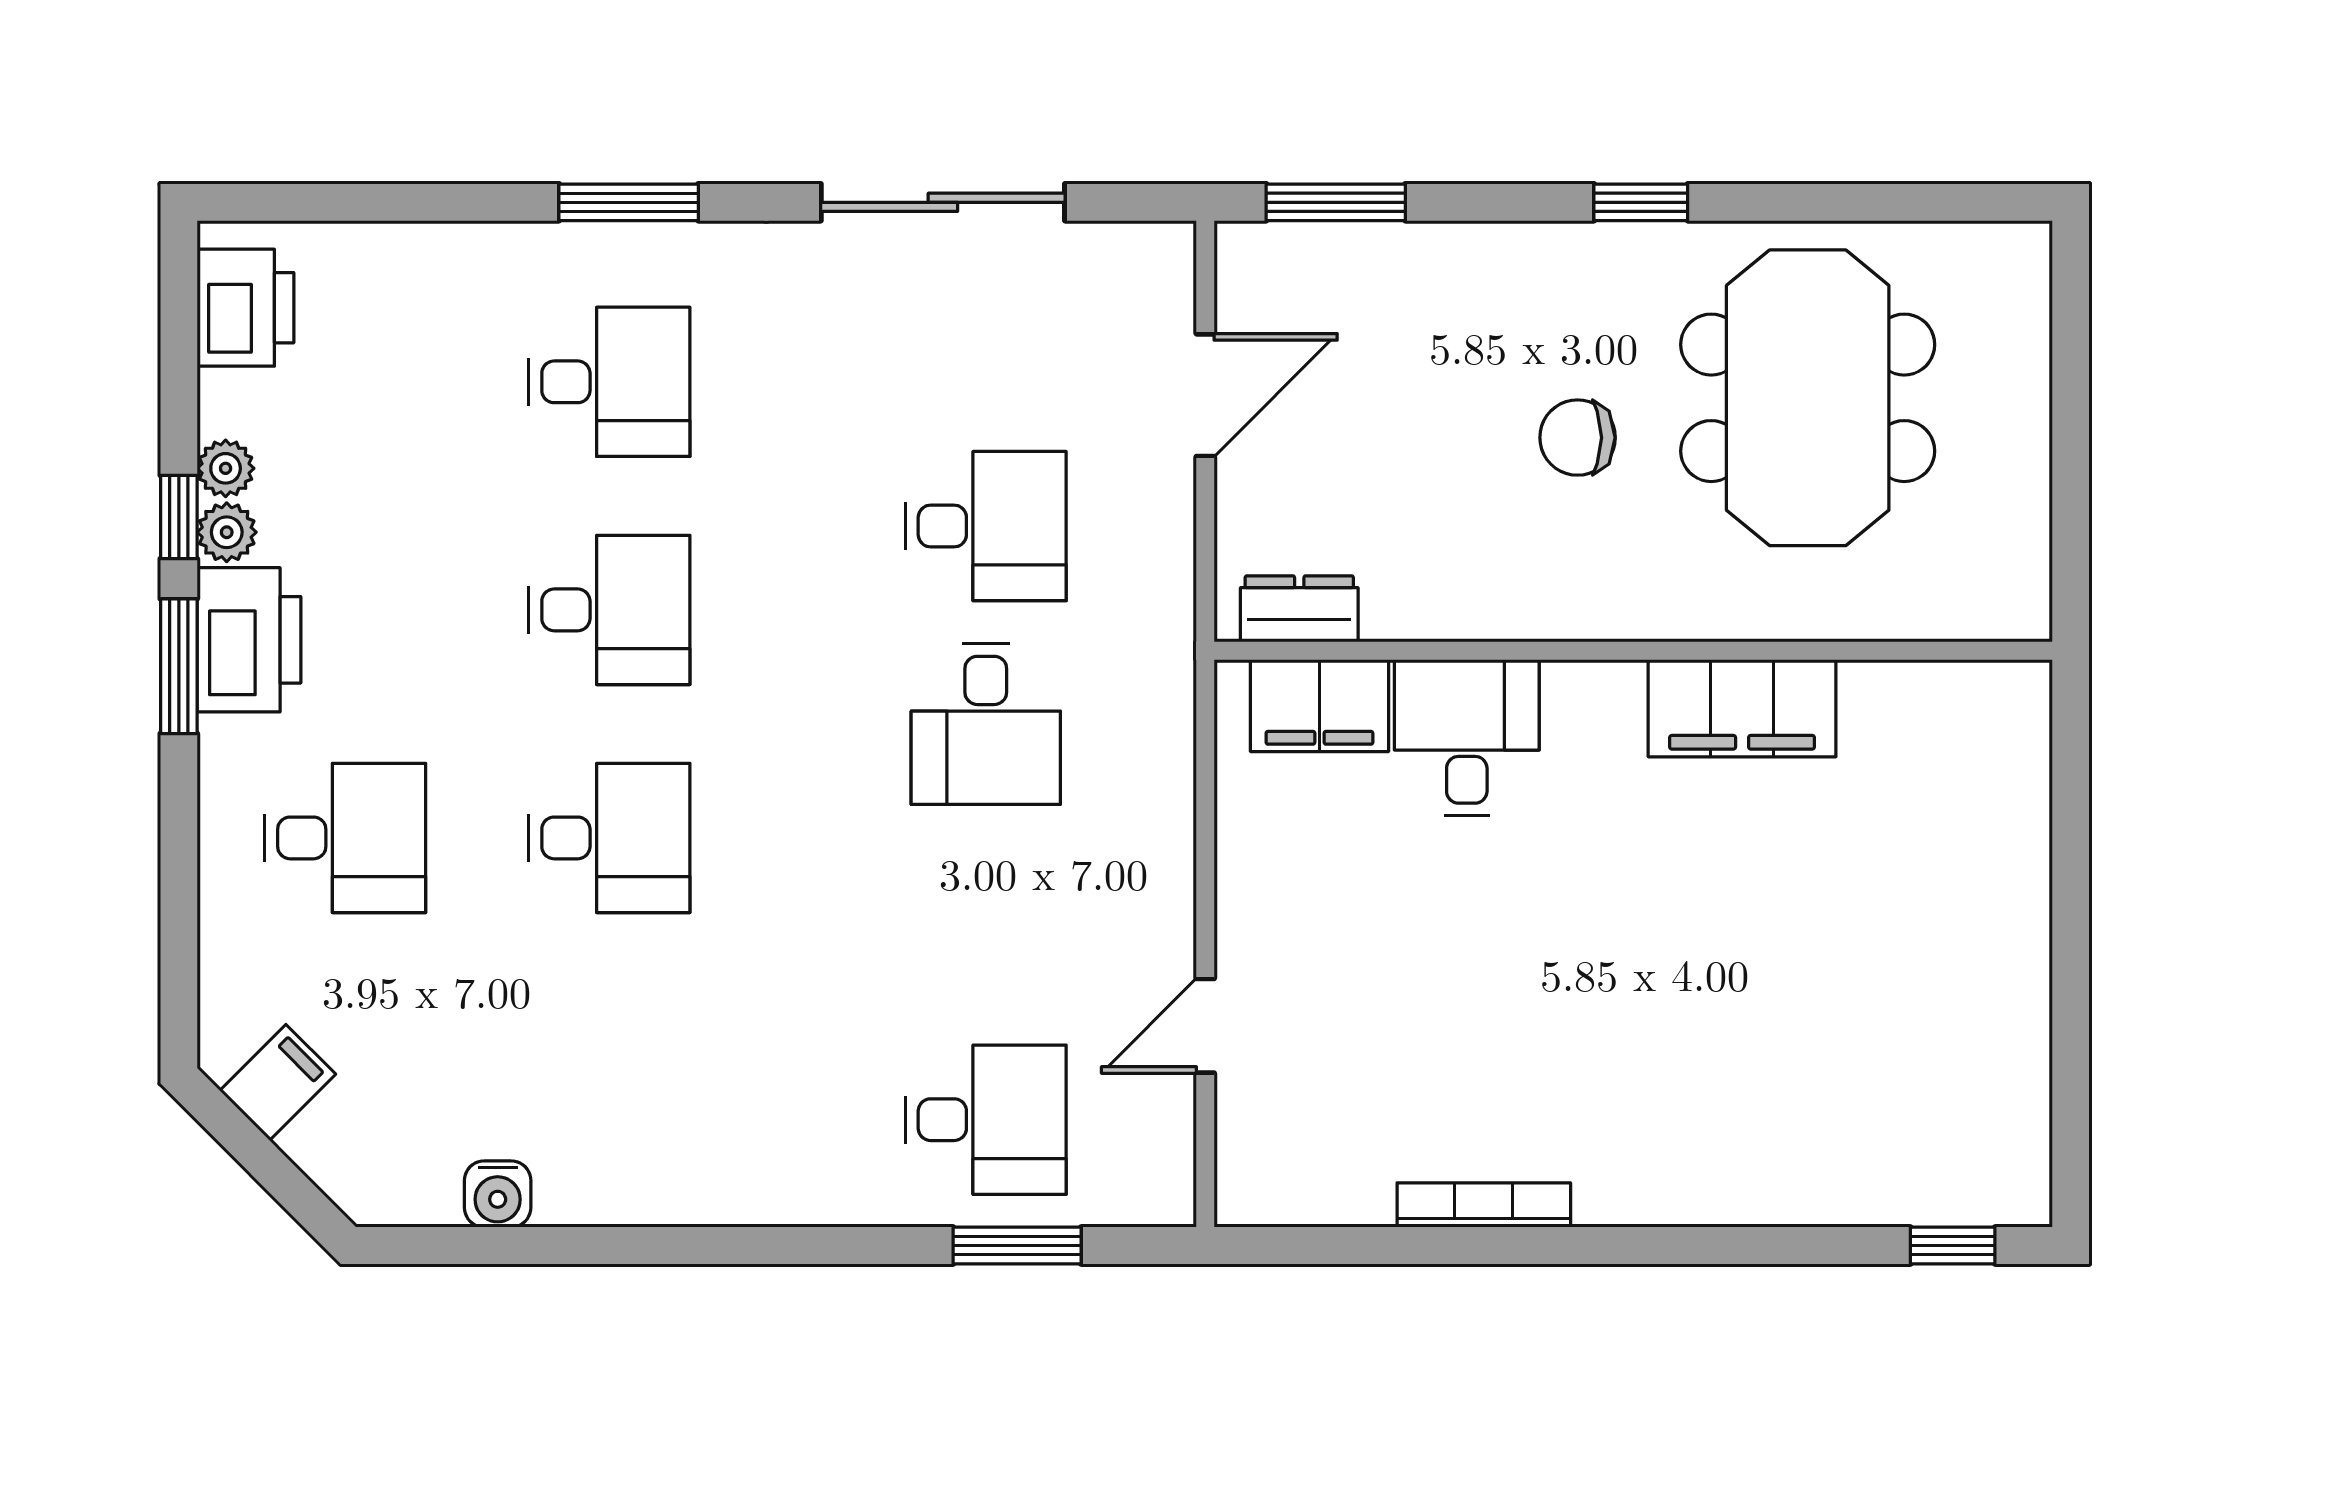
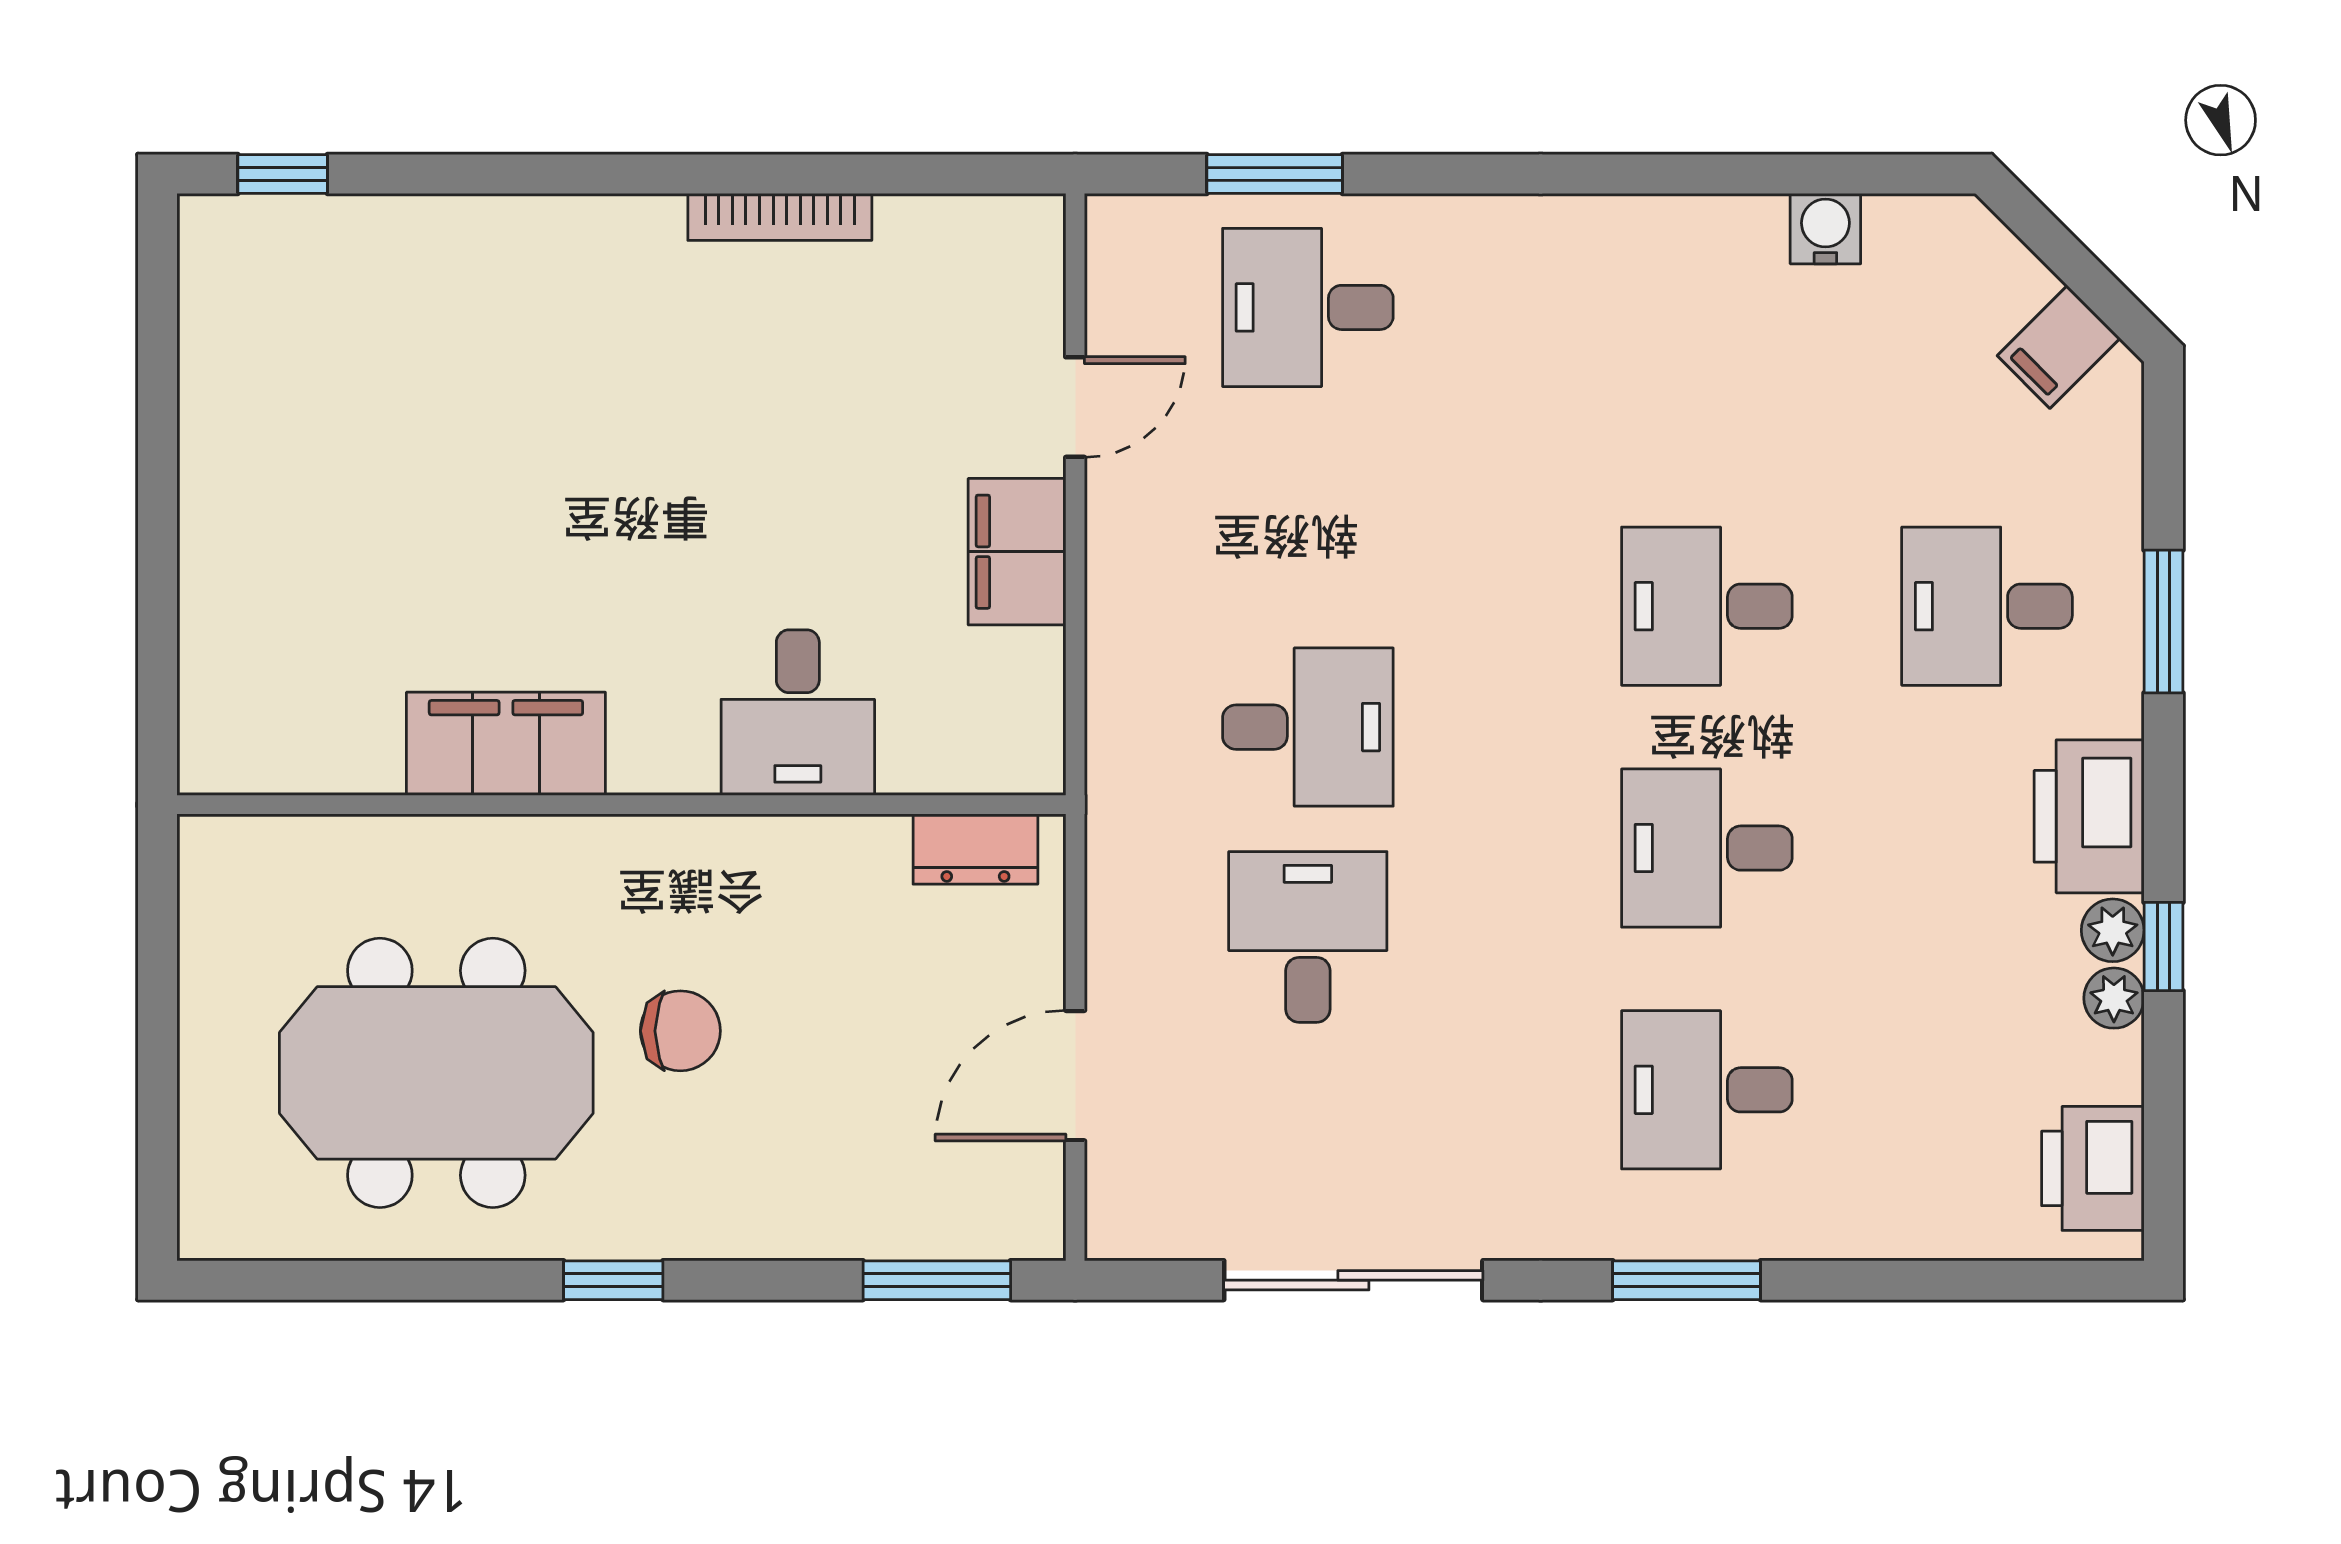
meeting table: (1808, 398) -> (436, 1073), turned 90
desk: (986, 526) -> (1308, 937), turned 90
window: (179, 666) -> (2163, 622), moved
filing cabinet: (1319, 706) -> (1017, 552), moved, turned -90
desk: (986, 724) -> (1308, 727), turned 90

